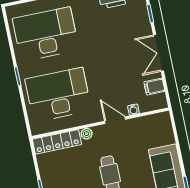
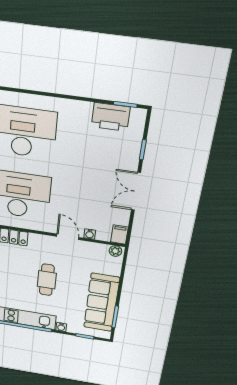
filing cabinet: (154, 87) -> (119, 235), moved, turned 90
plant: (87, 134) -> (115, 251), moved

